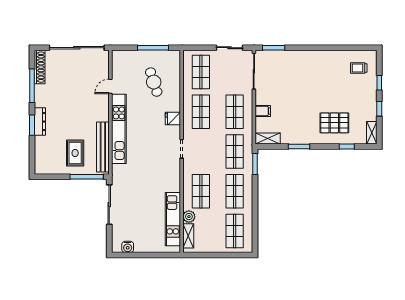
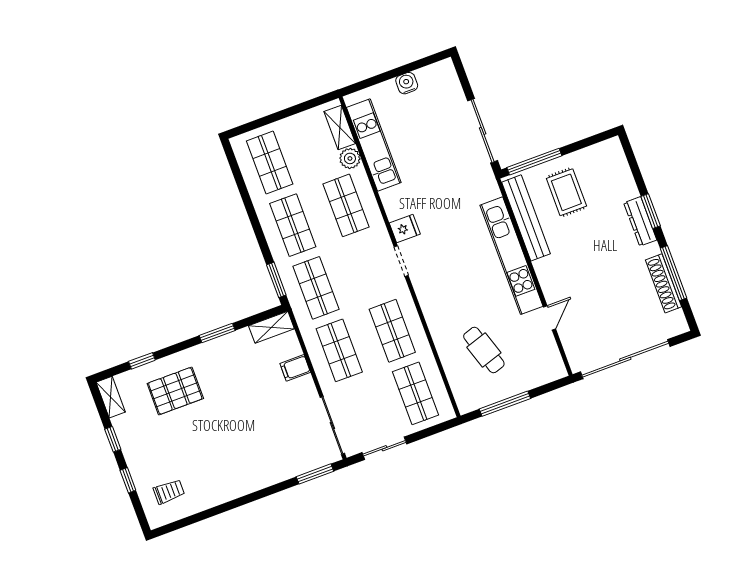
shoe rack: (40, 67) -> (664, 283), moved
fridge: (173, 119) -> (405, 229), moved
water cooler: (128, 247) -> (407, 83), moved

